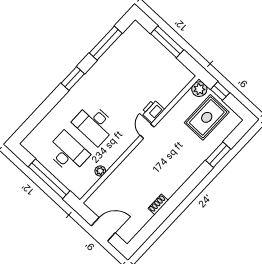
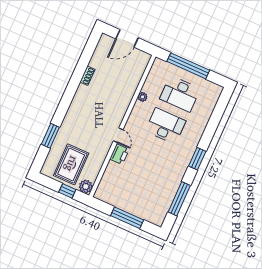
plant: (100, 171) -> (143, 97), moved

